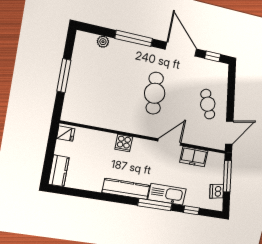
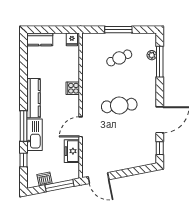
window: (134, 38) -> (160, 62), moved
cafe table: (208, 104) -> (119, 58), moved
door: (169, 142) -> (81, 127), swing flipped

